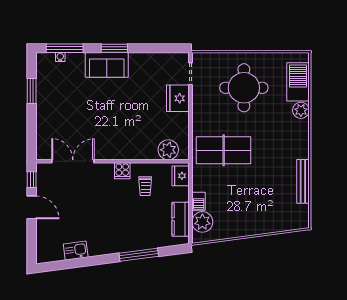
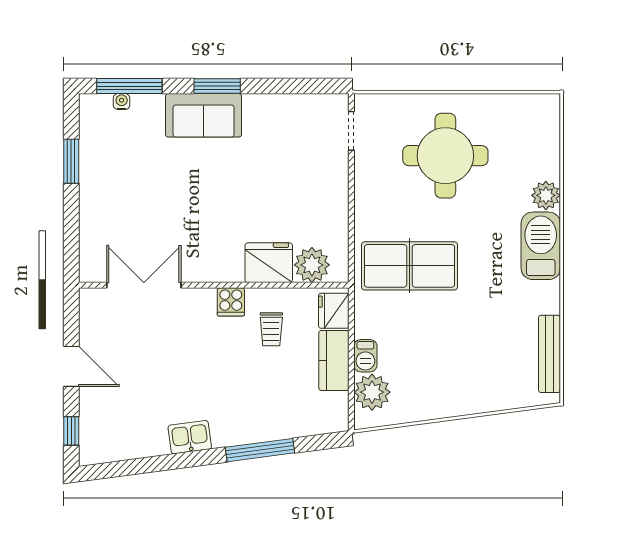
barbecue: (298, 82) -> (541, 246), moved
fridge: (178, 98) -> (269, 263), moved, turned 90
window: (32, 180) -> (71, 431), moved
bench: (303, 181) -> (549, 354), moved
kitchen counter: (181, 219) -> (334, 360), moved
kitchen sink: (76, 251) -> (190, 437), moved

